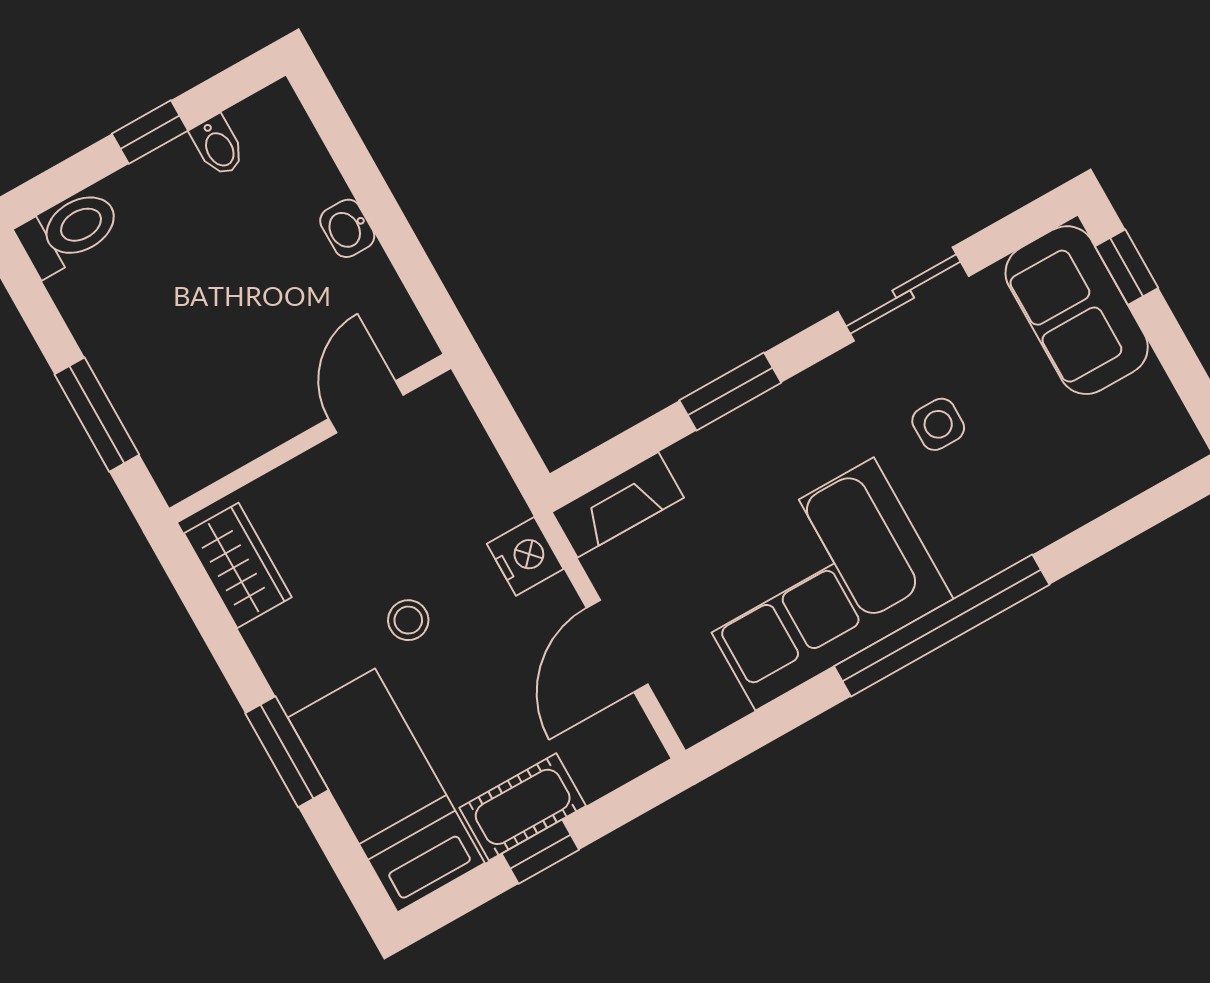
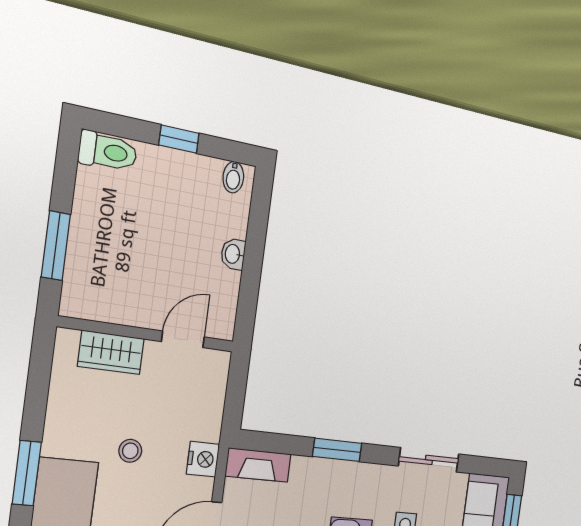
bidet: (218, 146) -> (233, 177), moved
wardrobe: (238, 565) -> (111, 352), moved, turned 90

